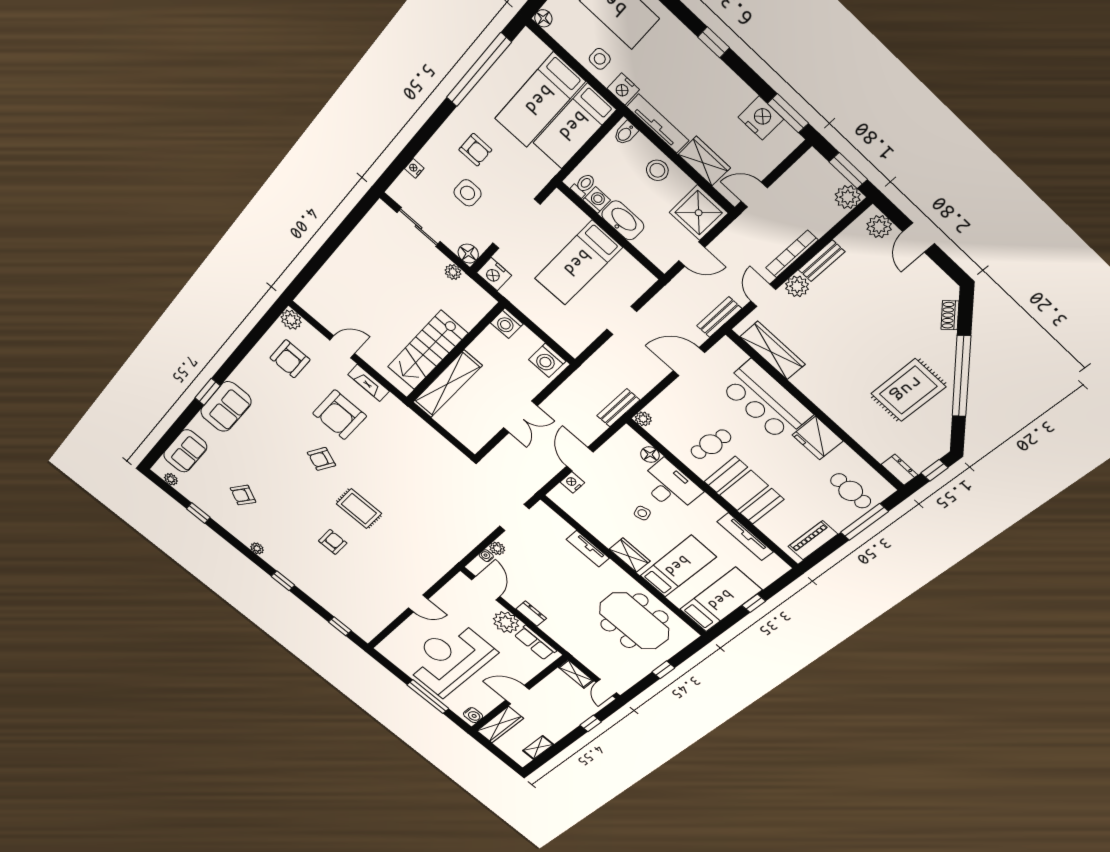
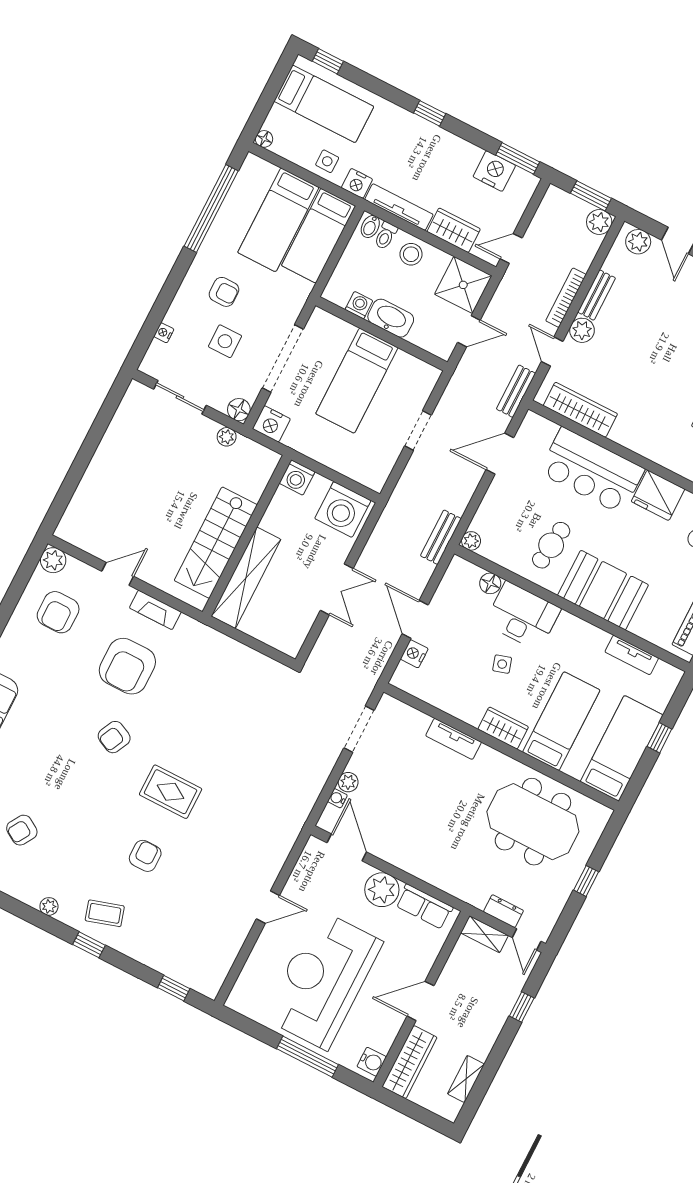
toilet: (583, 185) -> (386, 236), moved, turned 180
washing machine: (547, 360) -> (343, 509), width x1.37, depth x1.37
tv unit: (745, 537) -> (632, 655), width x0.71
coffee table: (297, 566) -> (105, 913), added
dresser: (531, 614) -> (503, 911), moved

